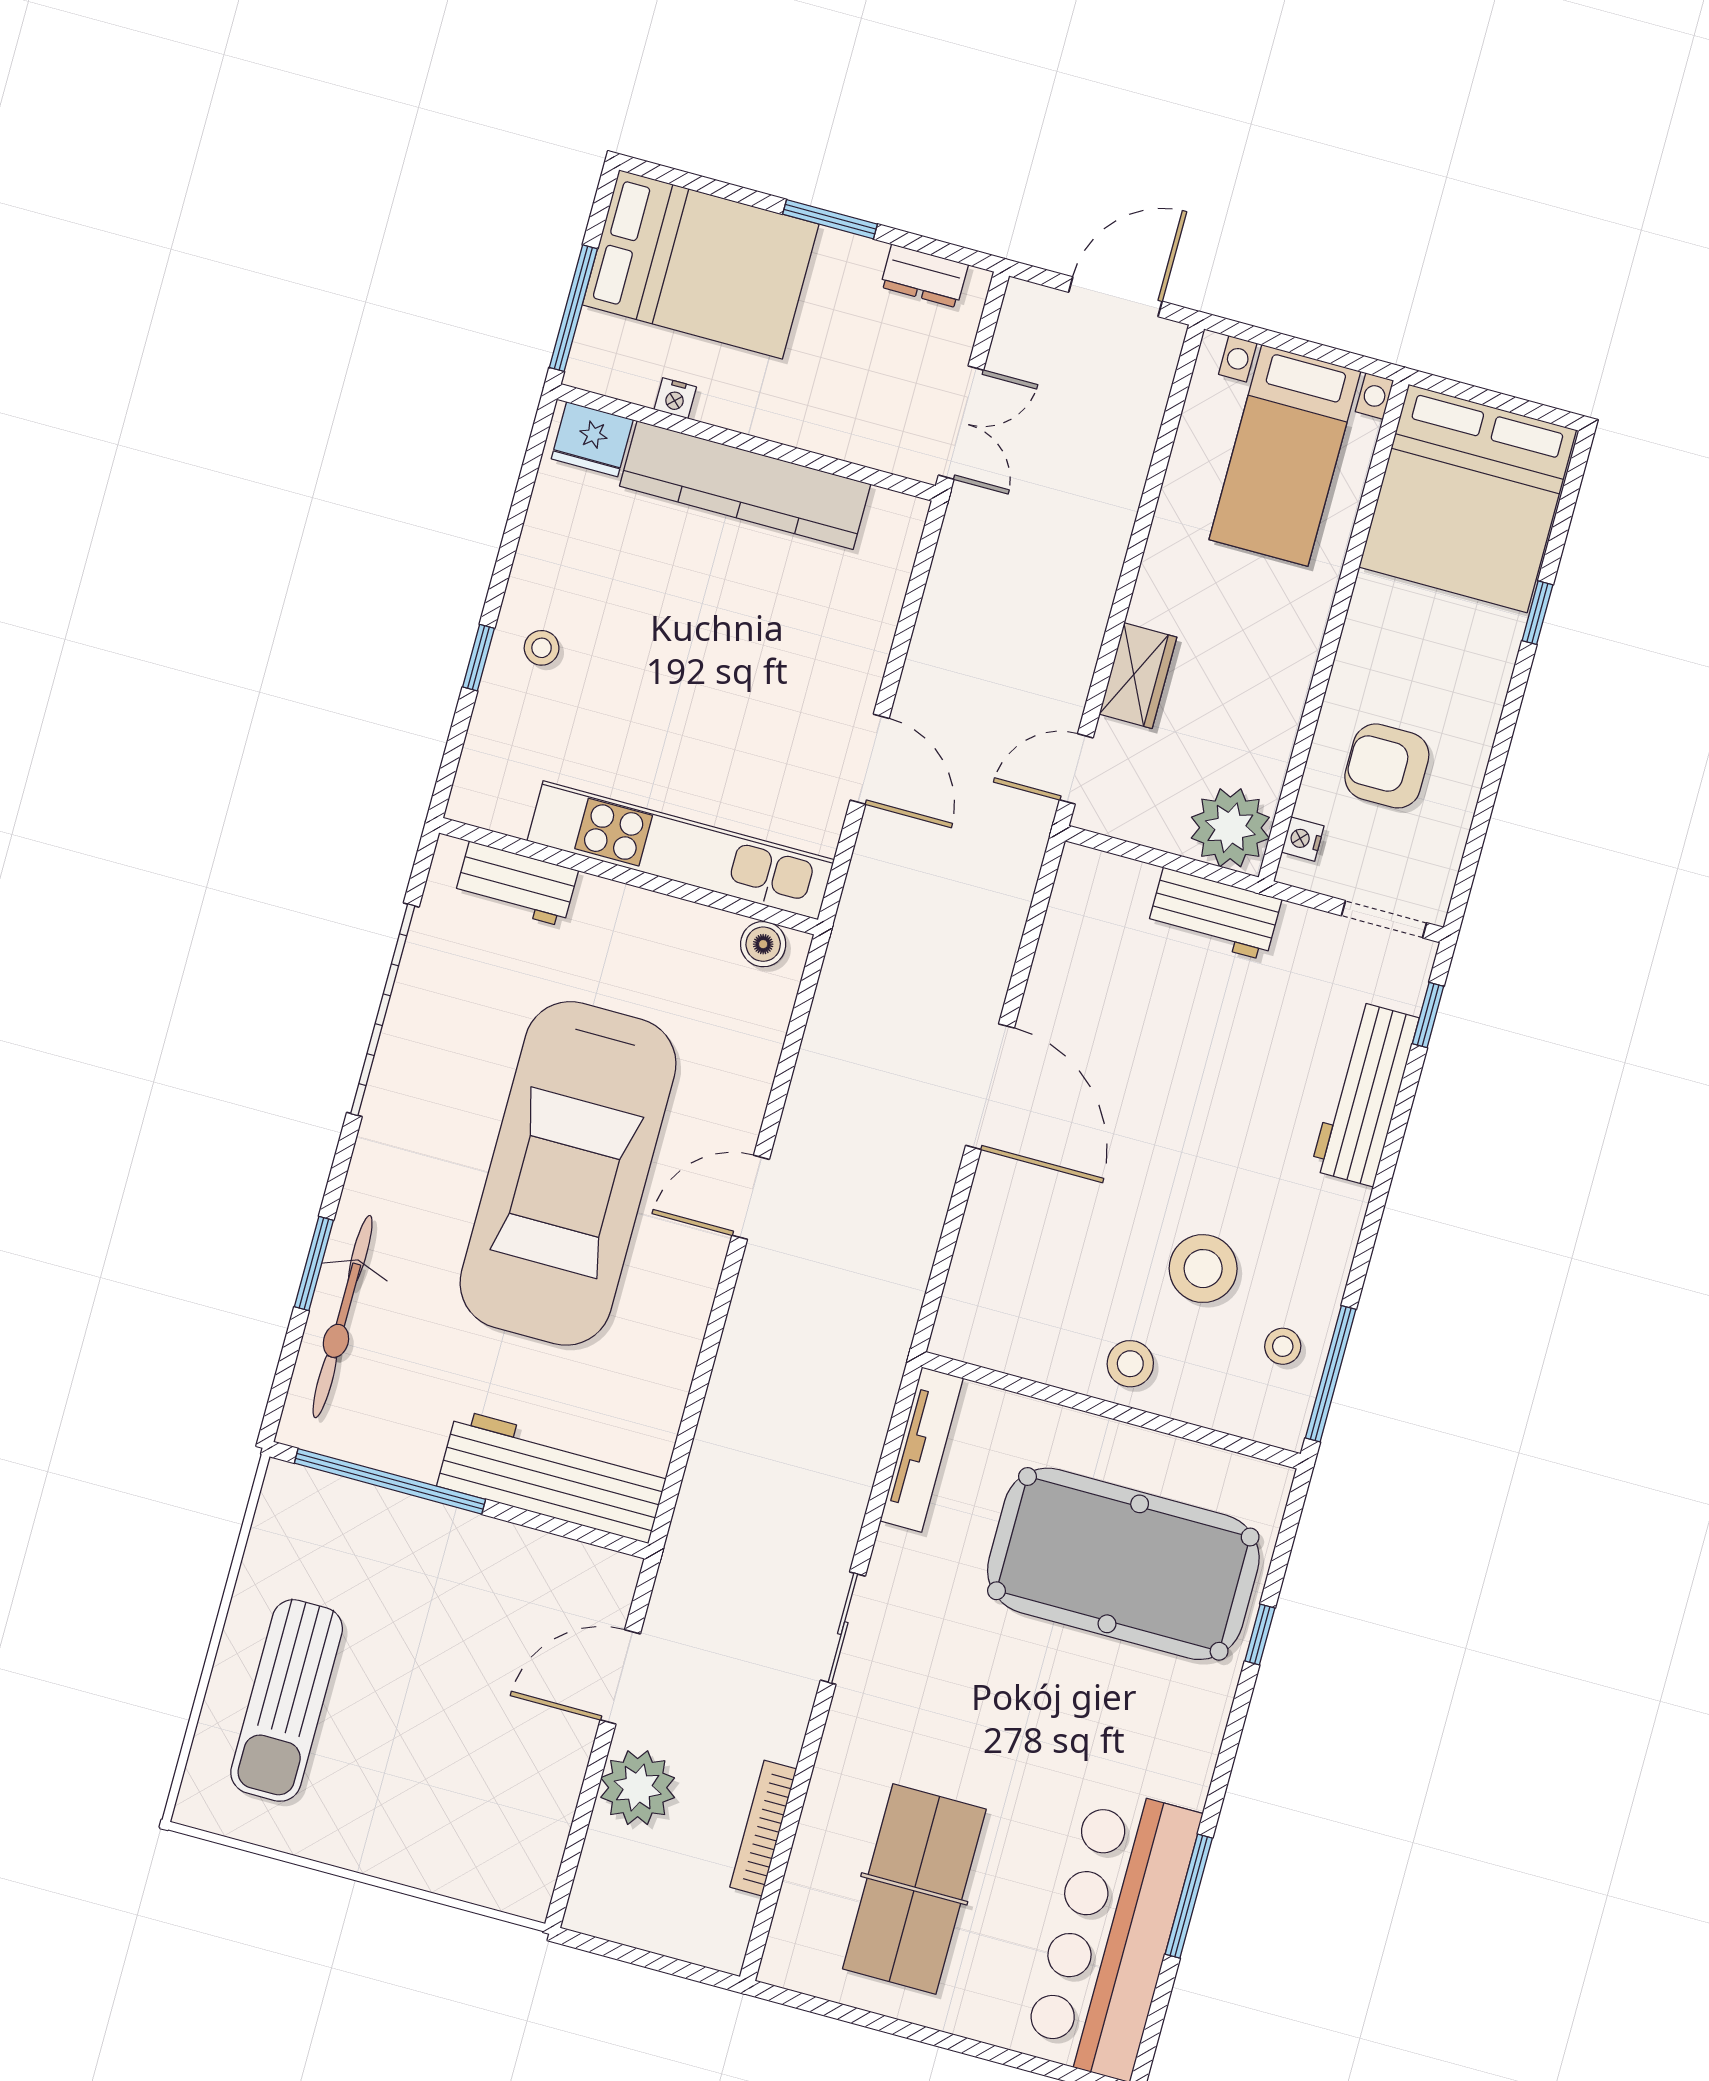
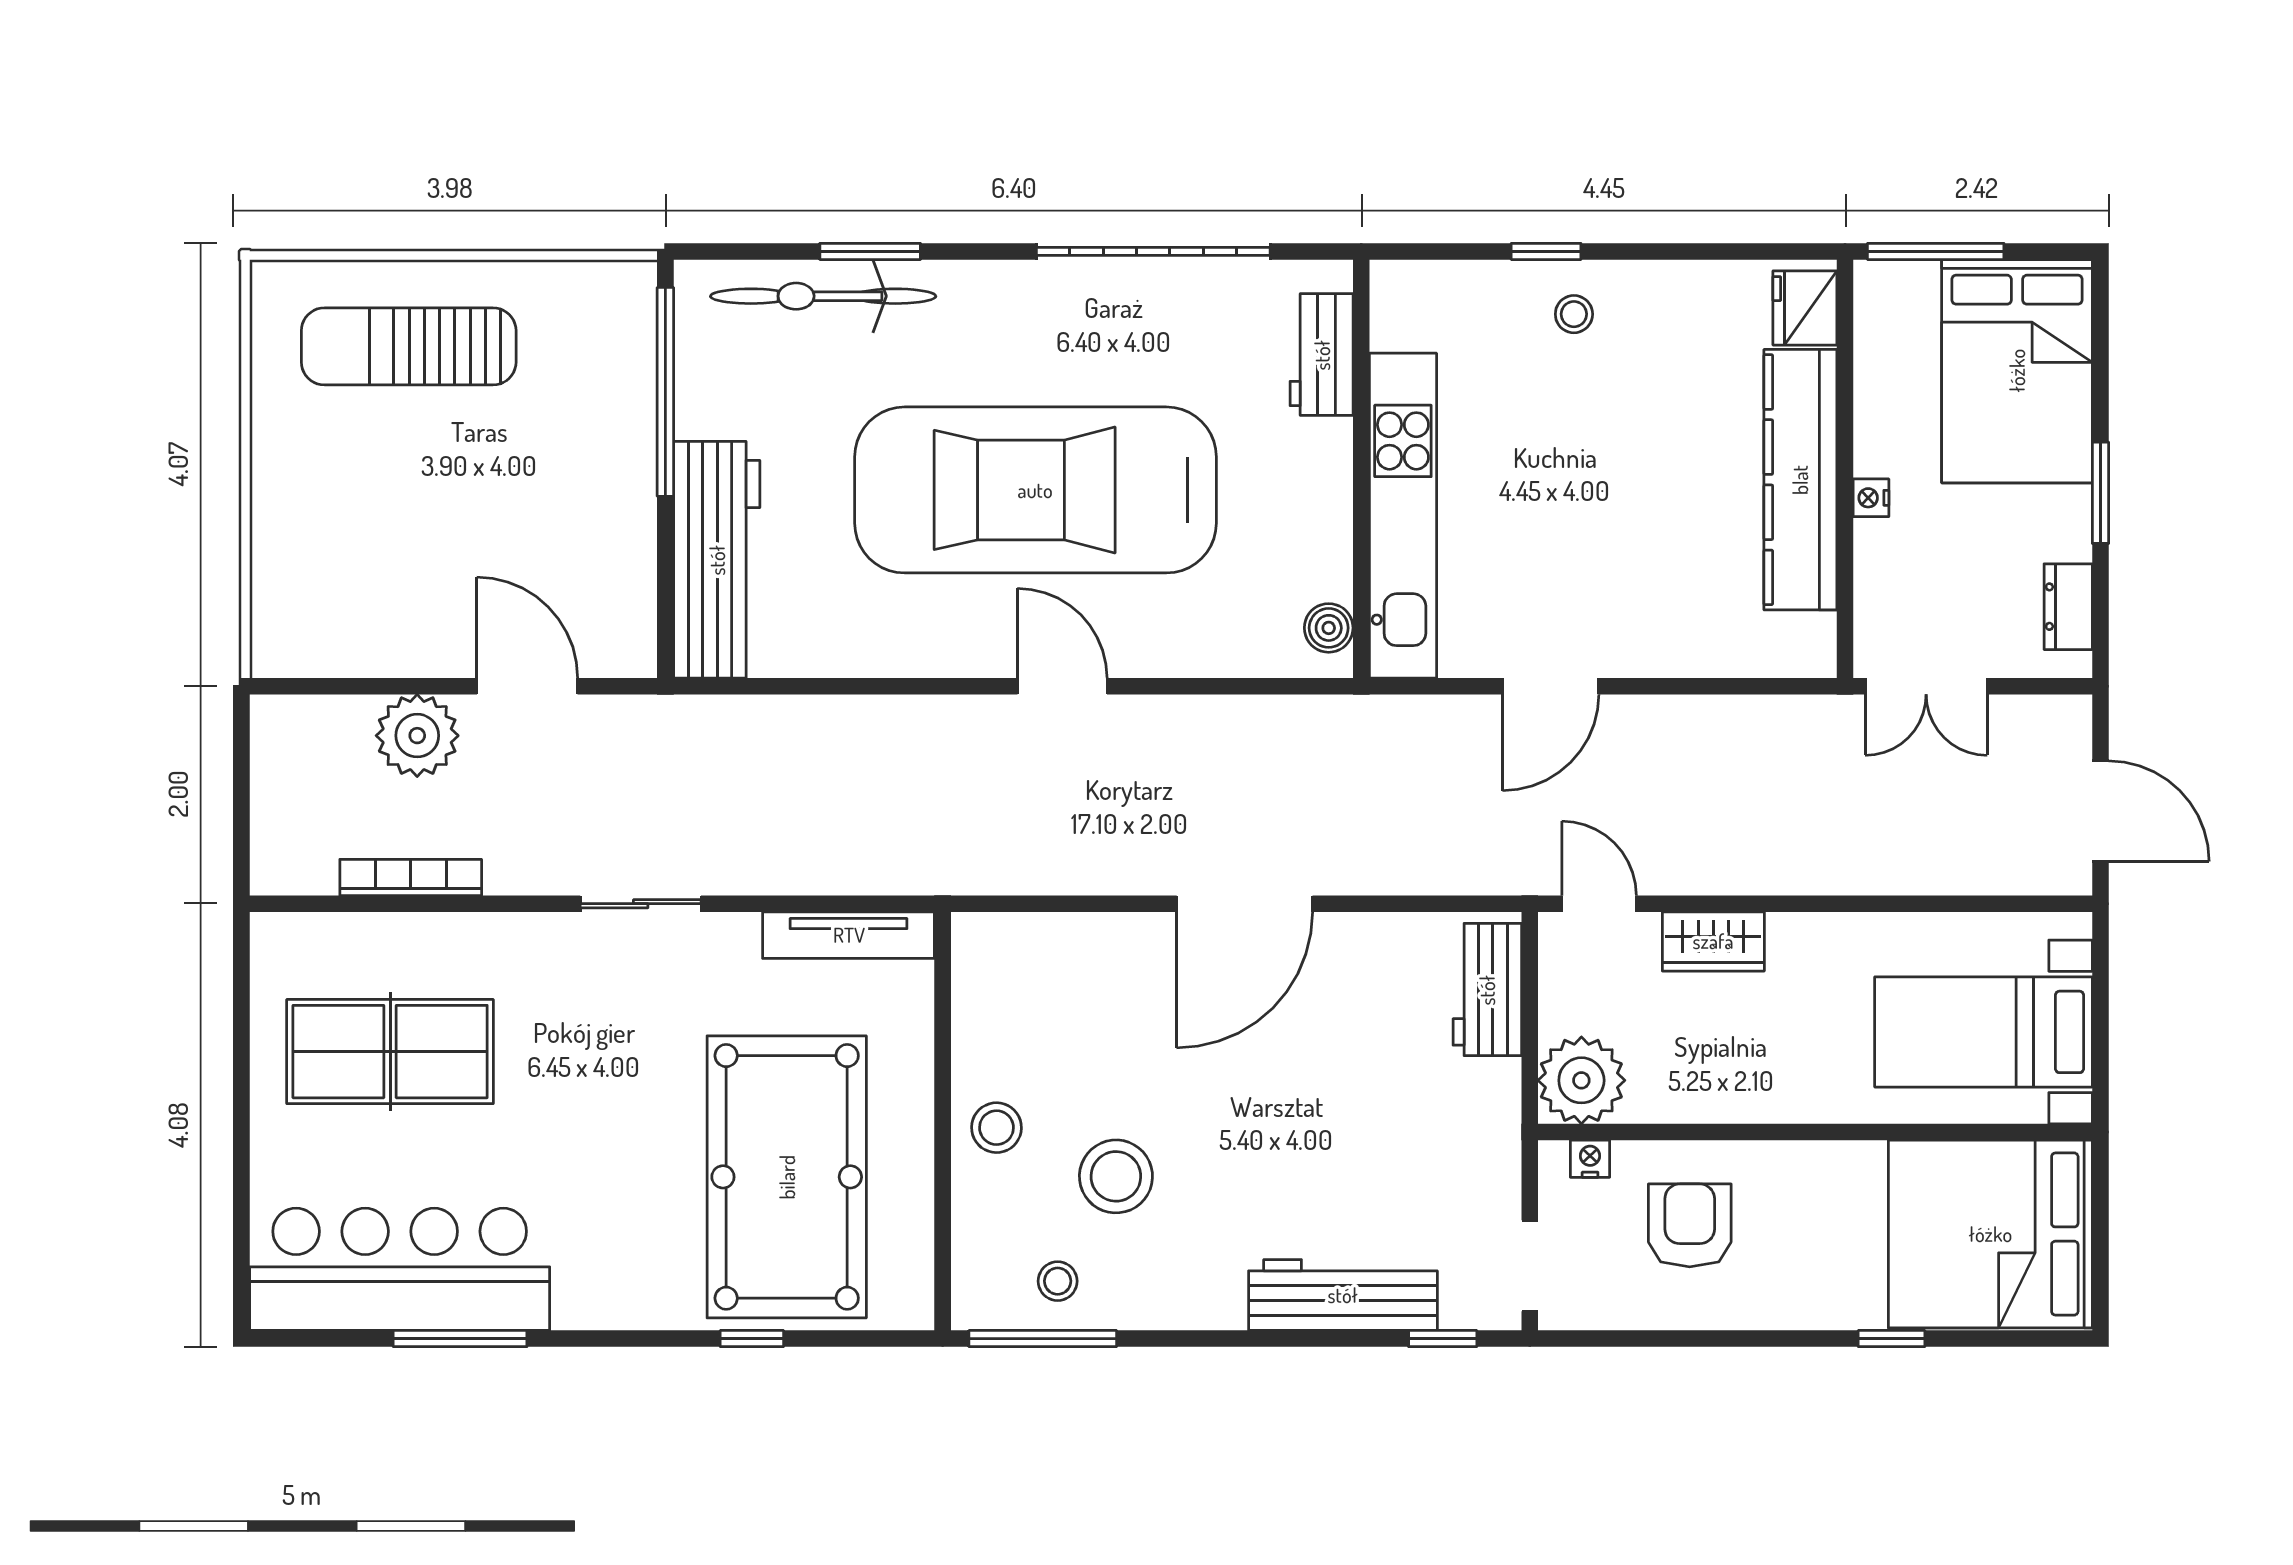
nightstand: (675, 398) -> (1871, 498), moved
workbench: (1214, 914) -> (1487, 990), moved

